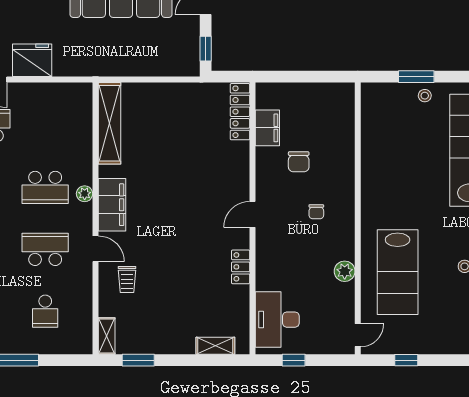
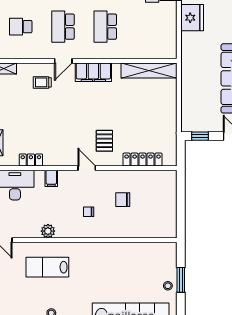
locker: (240, 112) -> (143, 160), moved
filing cabinet: (267, 128) -> (51, 178), moved, width x0.50
pallet: (212, 189) -> (104, 141), added
plant: (85, 194) -> (101, 53), removed
school desk: (45, 249) -> (63, 27), turned 180
locker: (241, 267) -> (31, 160), moved
lab bench: (398, 272) -> (47, 267), width x0.73, depth x0.72

